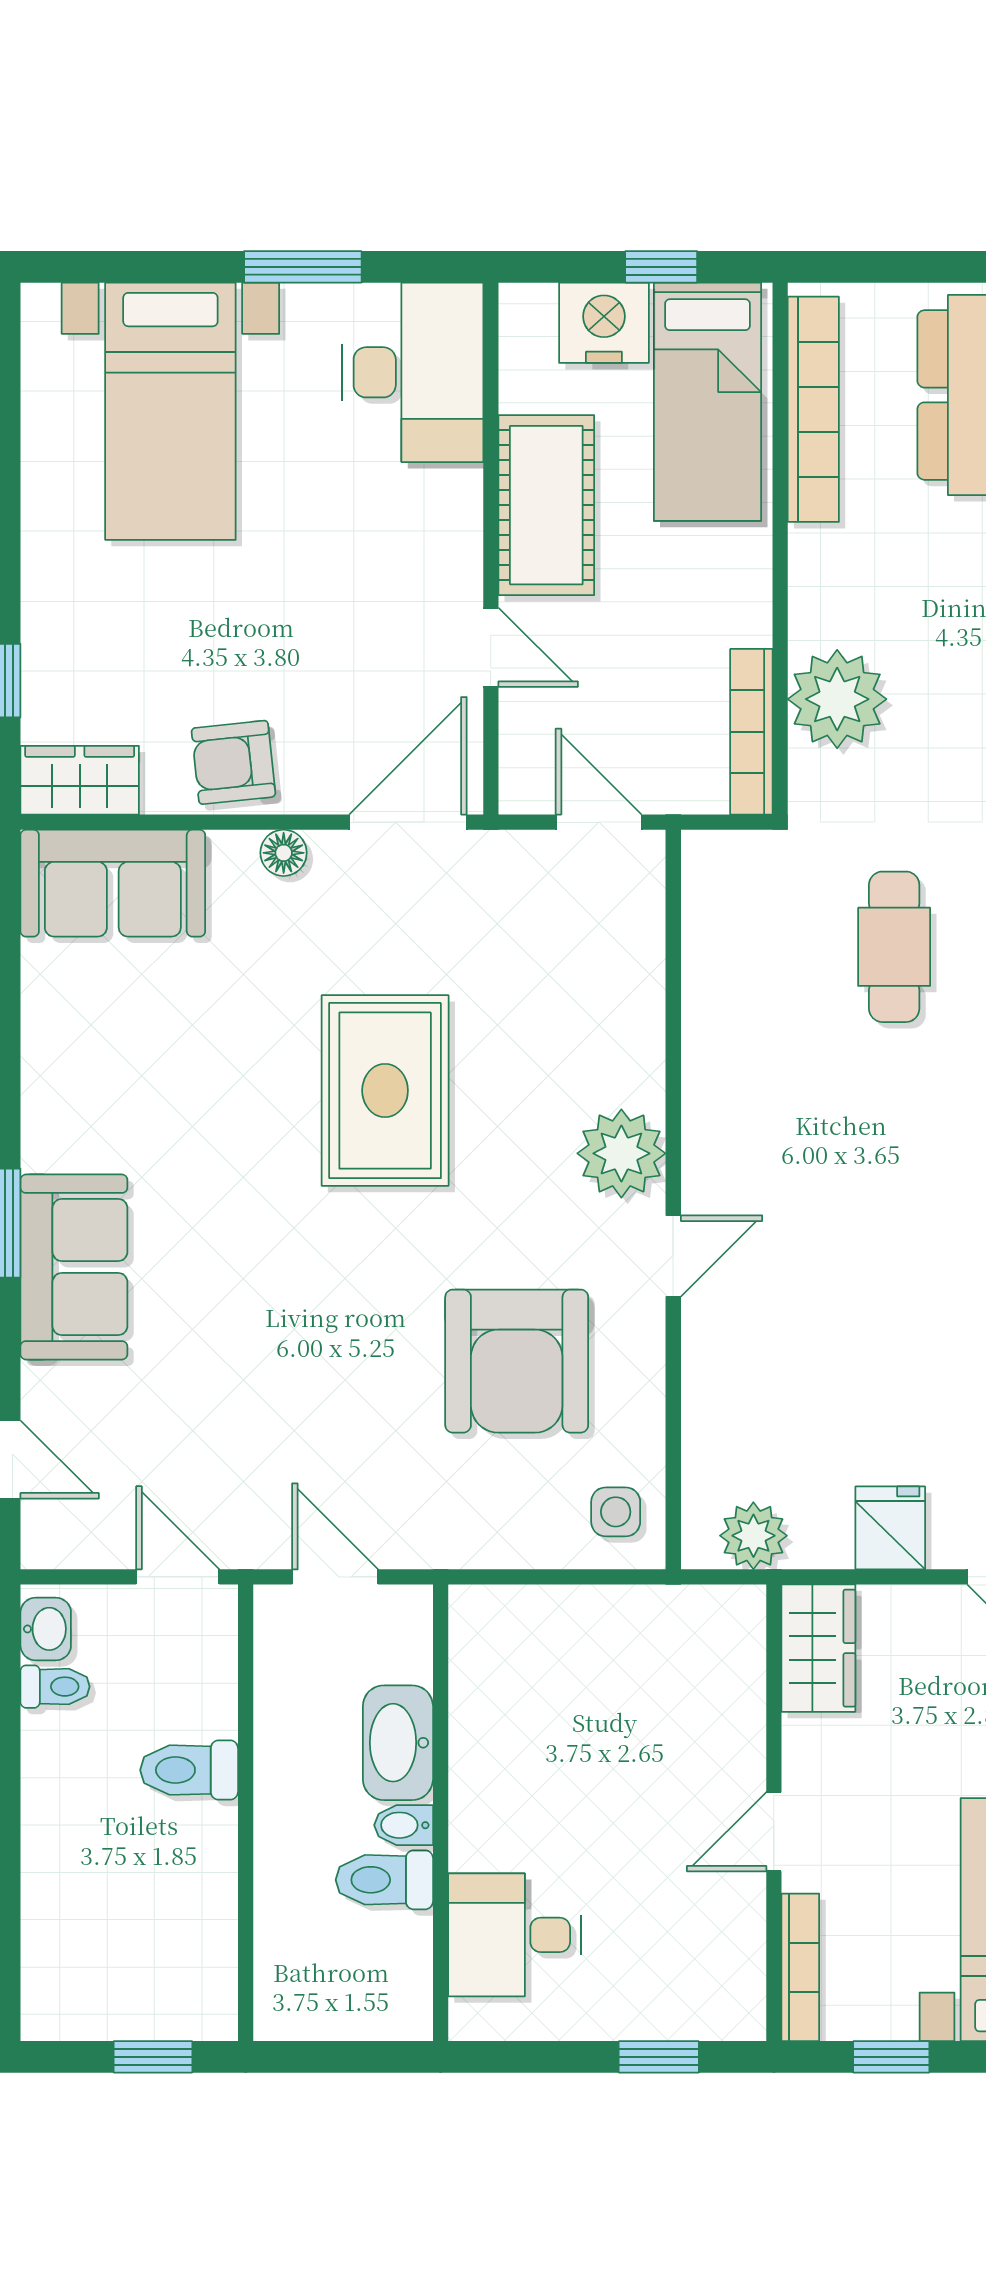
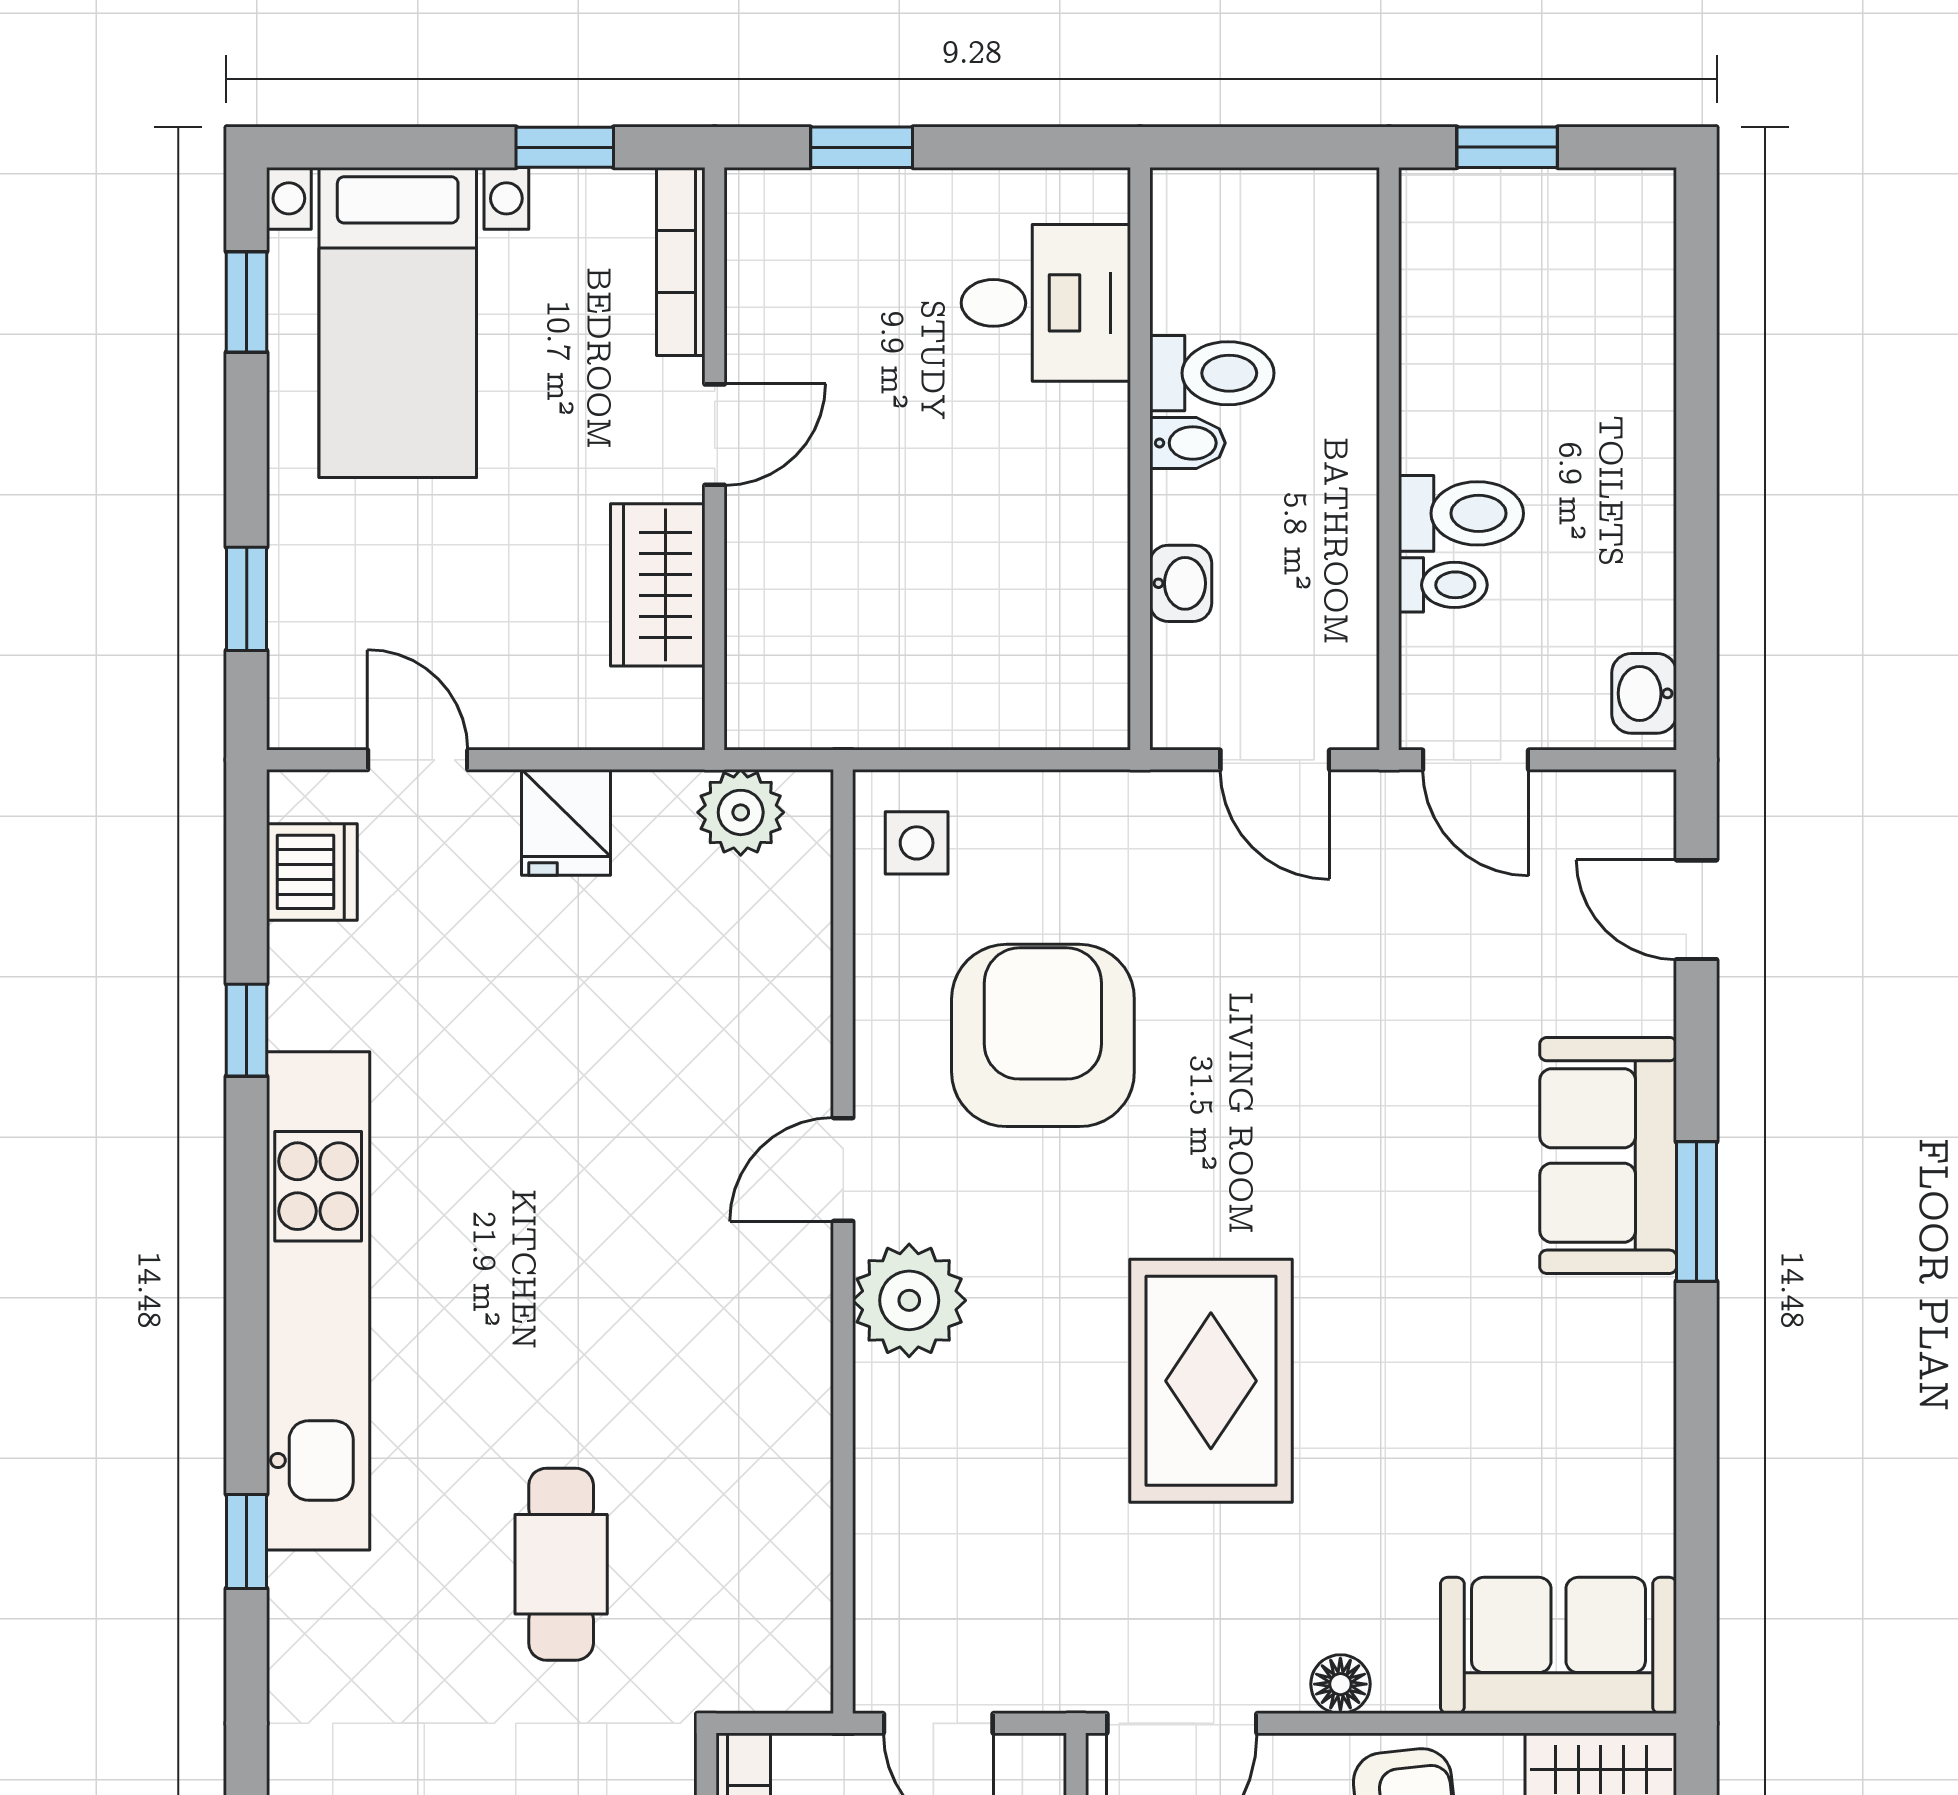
wardrobe: (818, 1648) -> (658, 585), moved
toilet: (55, 1687) -> (1443, 585), moved, turned 180
washbasin: (398, 1743) -> (1181, 583), width x0.52, depth x0.69

